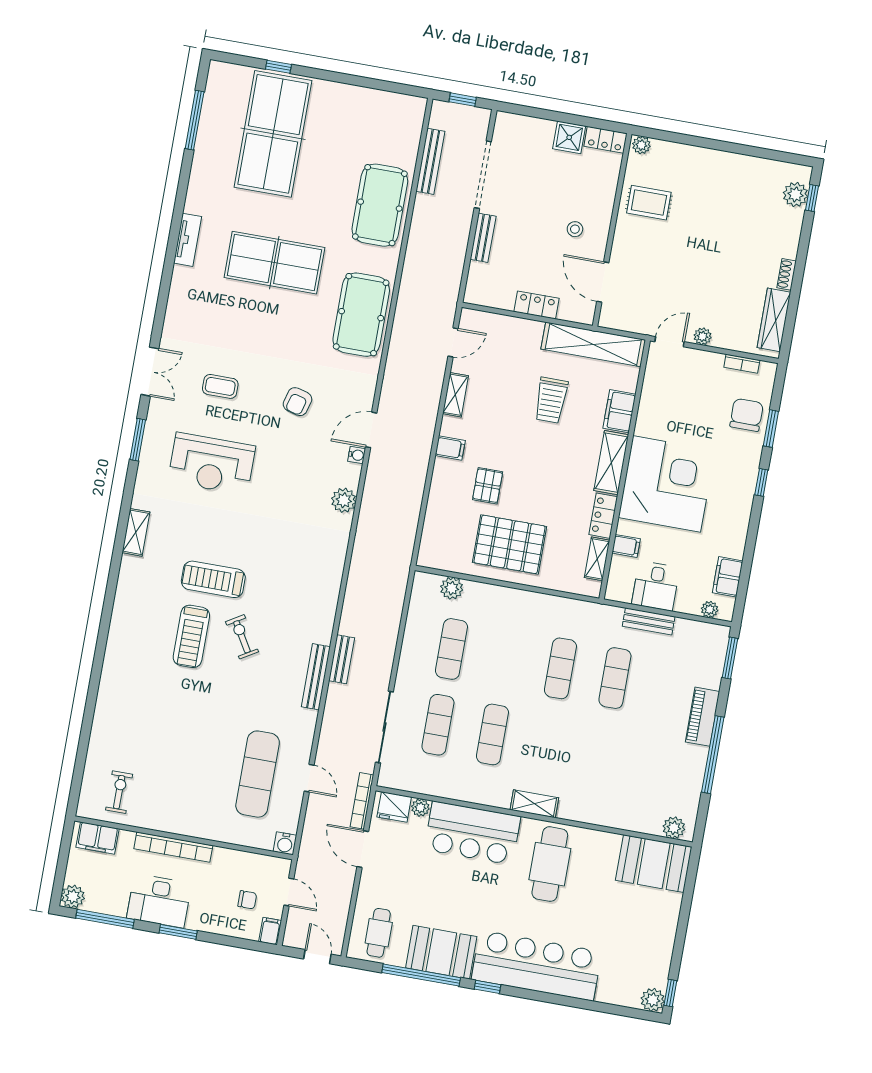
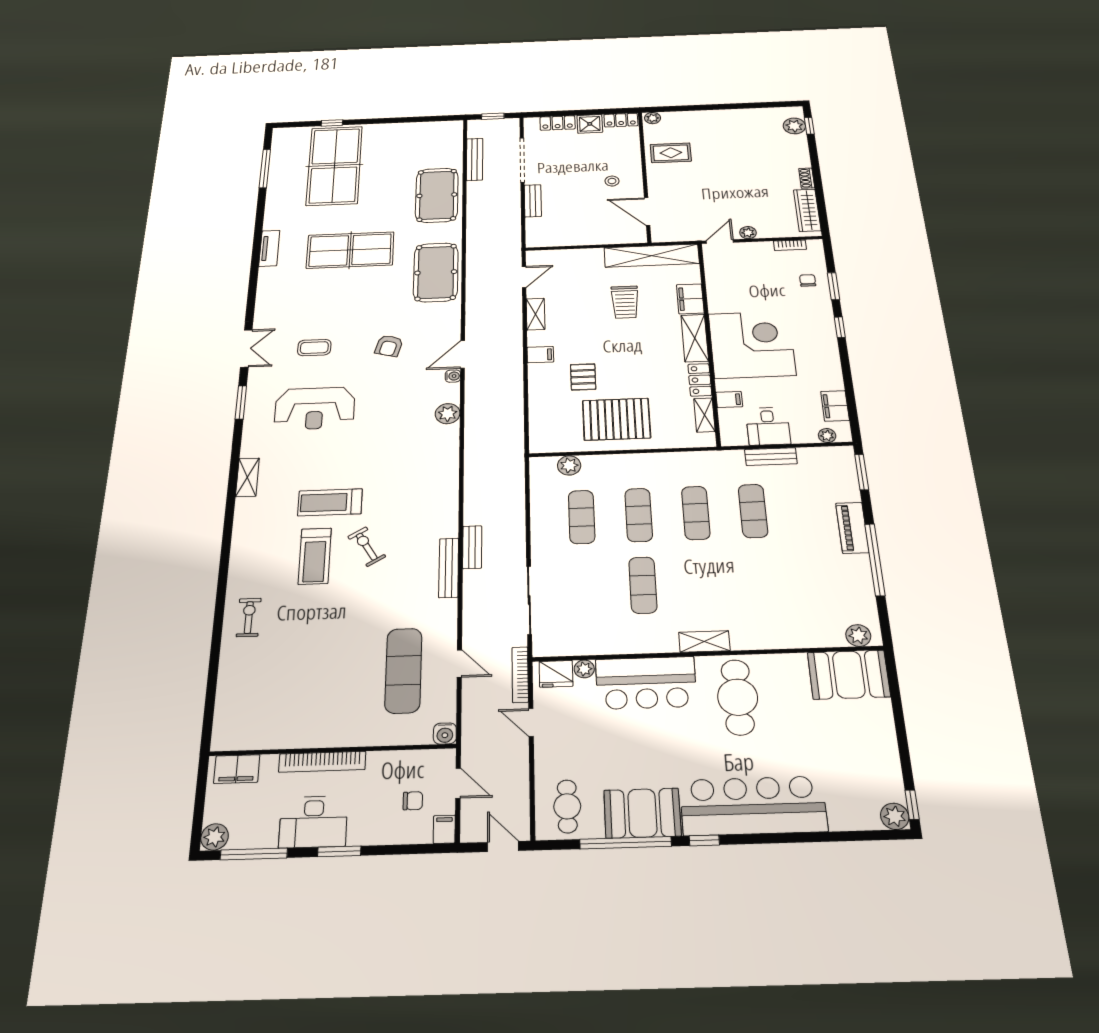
locker: (537, 305) -> (557, 123), moved, turned 180
chair: (747, 415) -> (808, 280), width x0.54, depth x0.54
exercise mat: (438, 725) -> (639, 515), moved
exercise bike: (119, 792) -> (249, 617), moved
door: (363, 849) -> (531, 722), width x0.73

